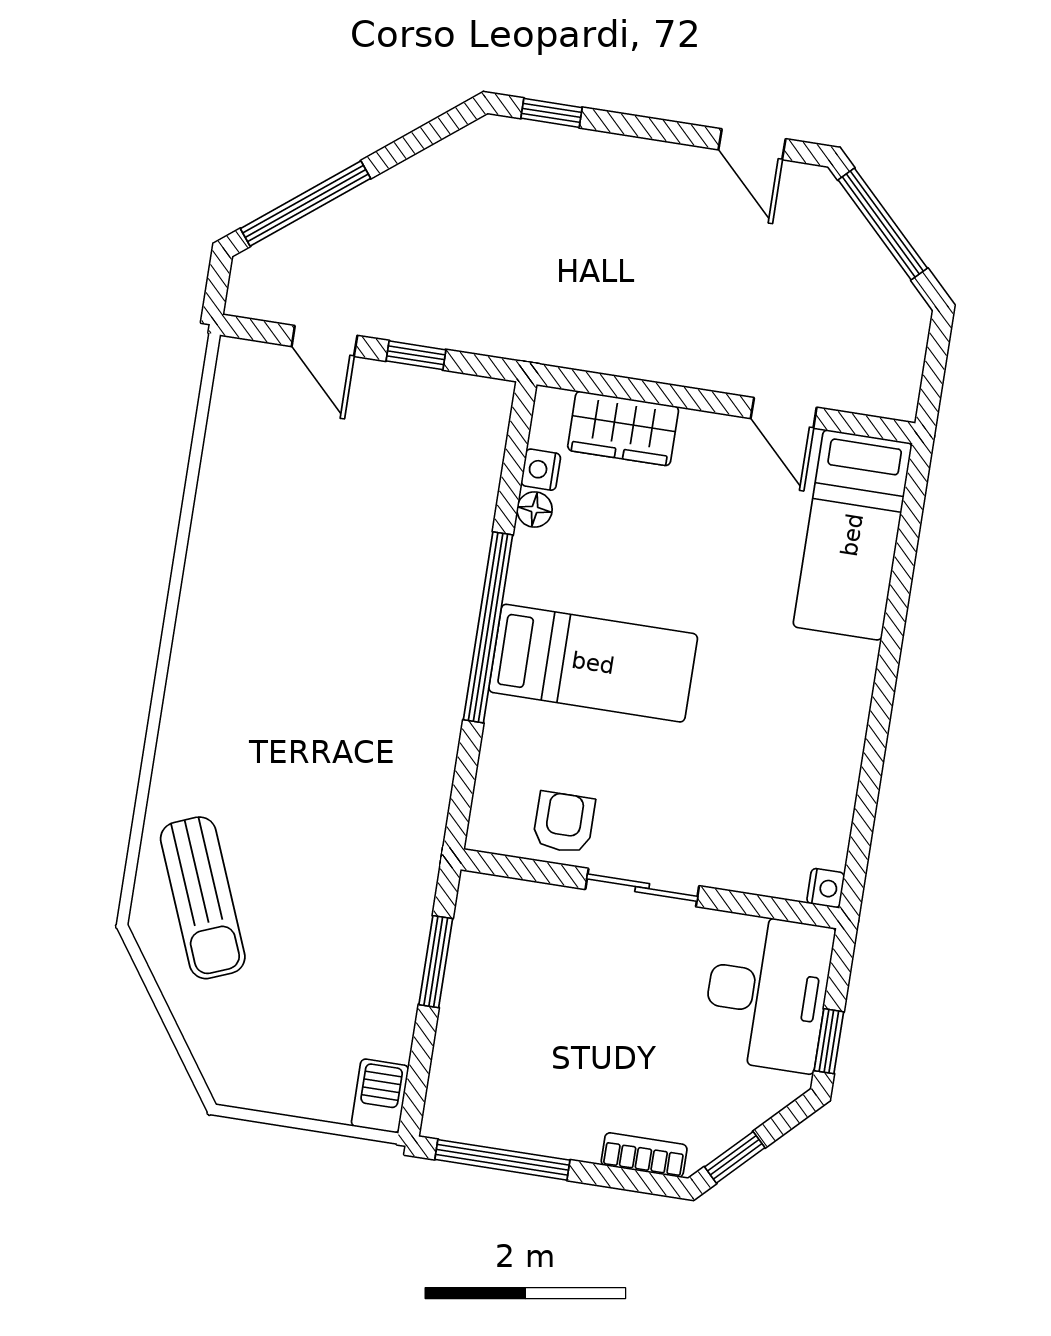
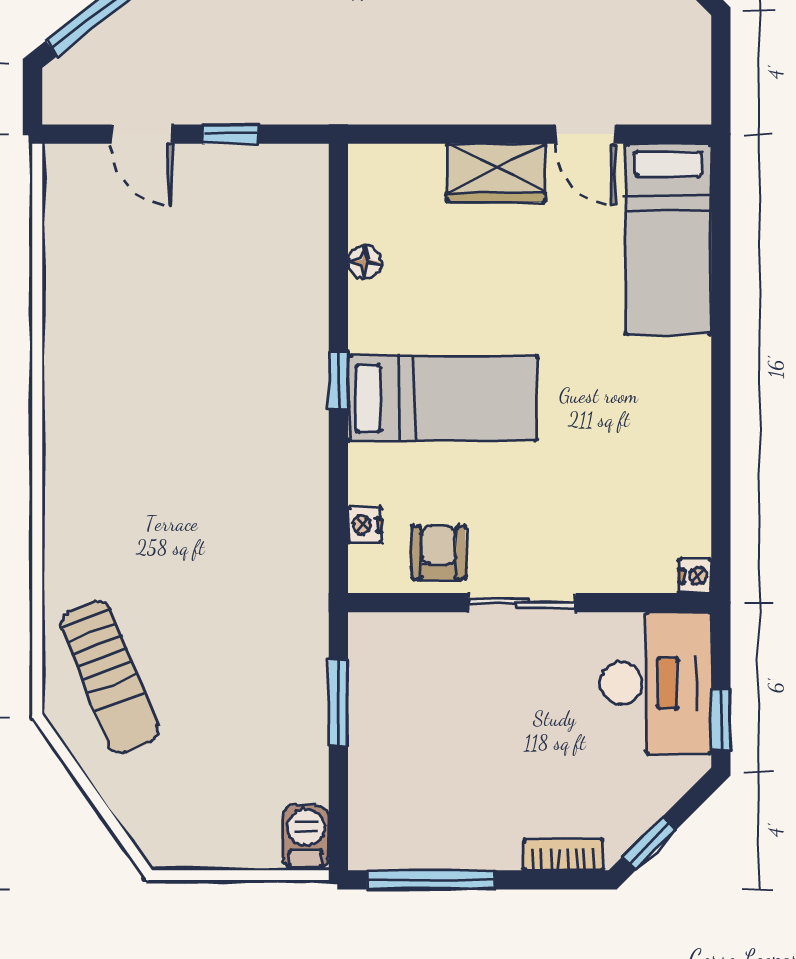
wardrobe: (623, 428) -> (496, 173), moved
nightstand: (541, 470) -> (365, 525), moved
window: (488, 627) -> (338, 380), width x0.32

